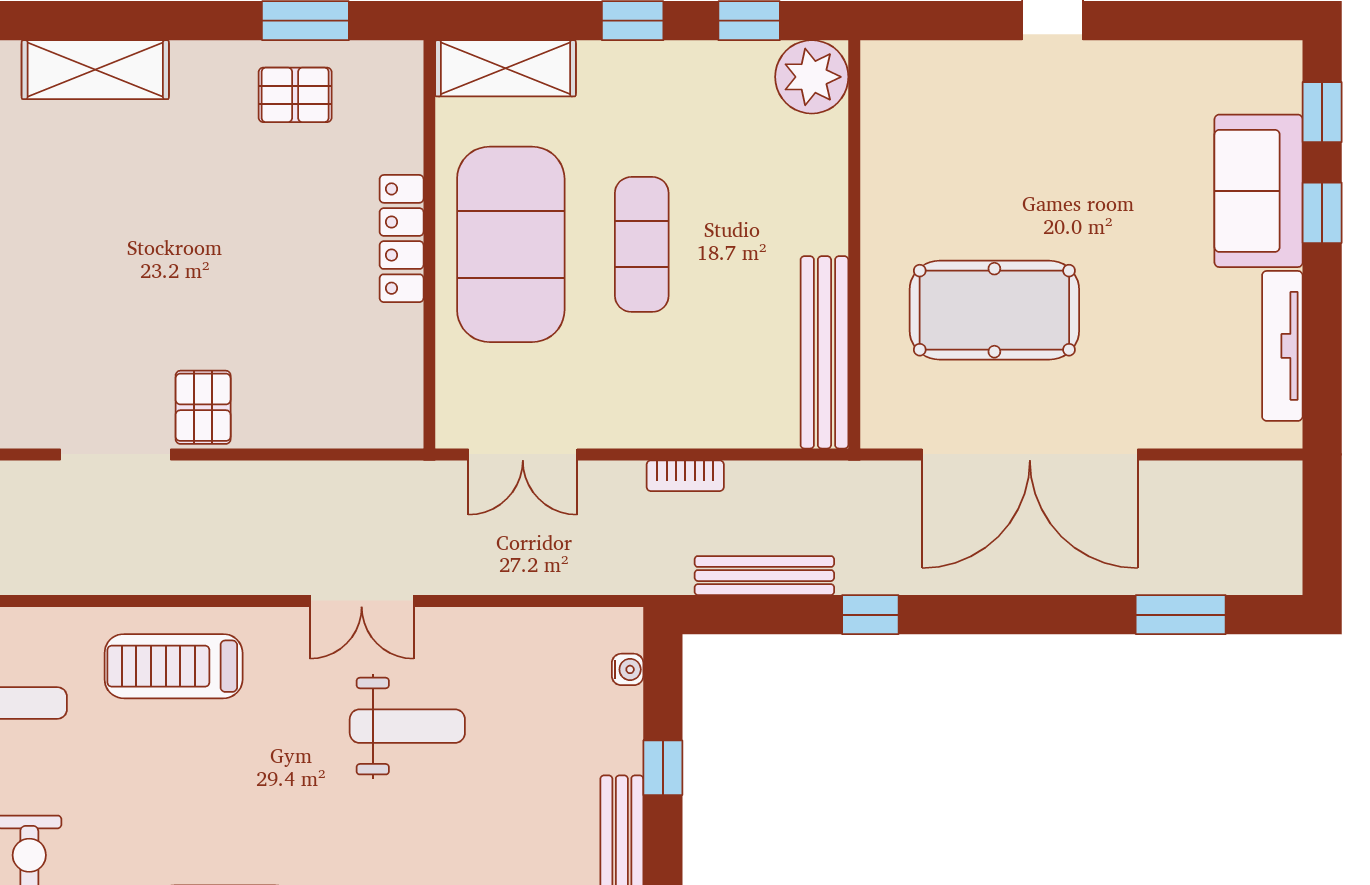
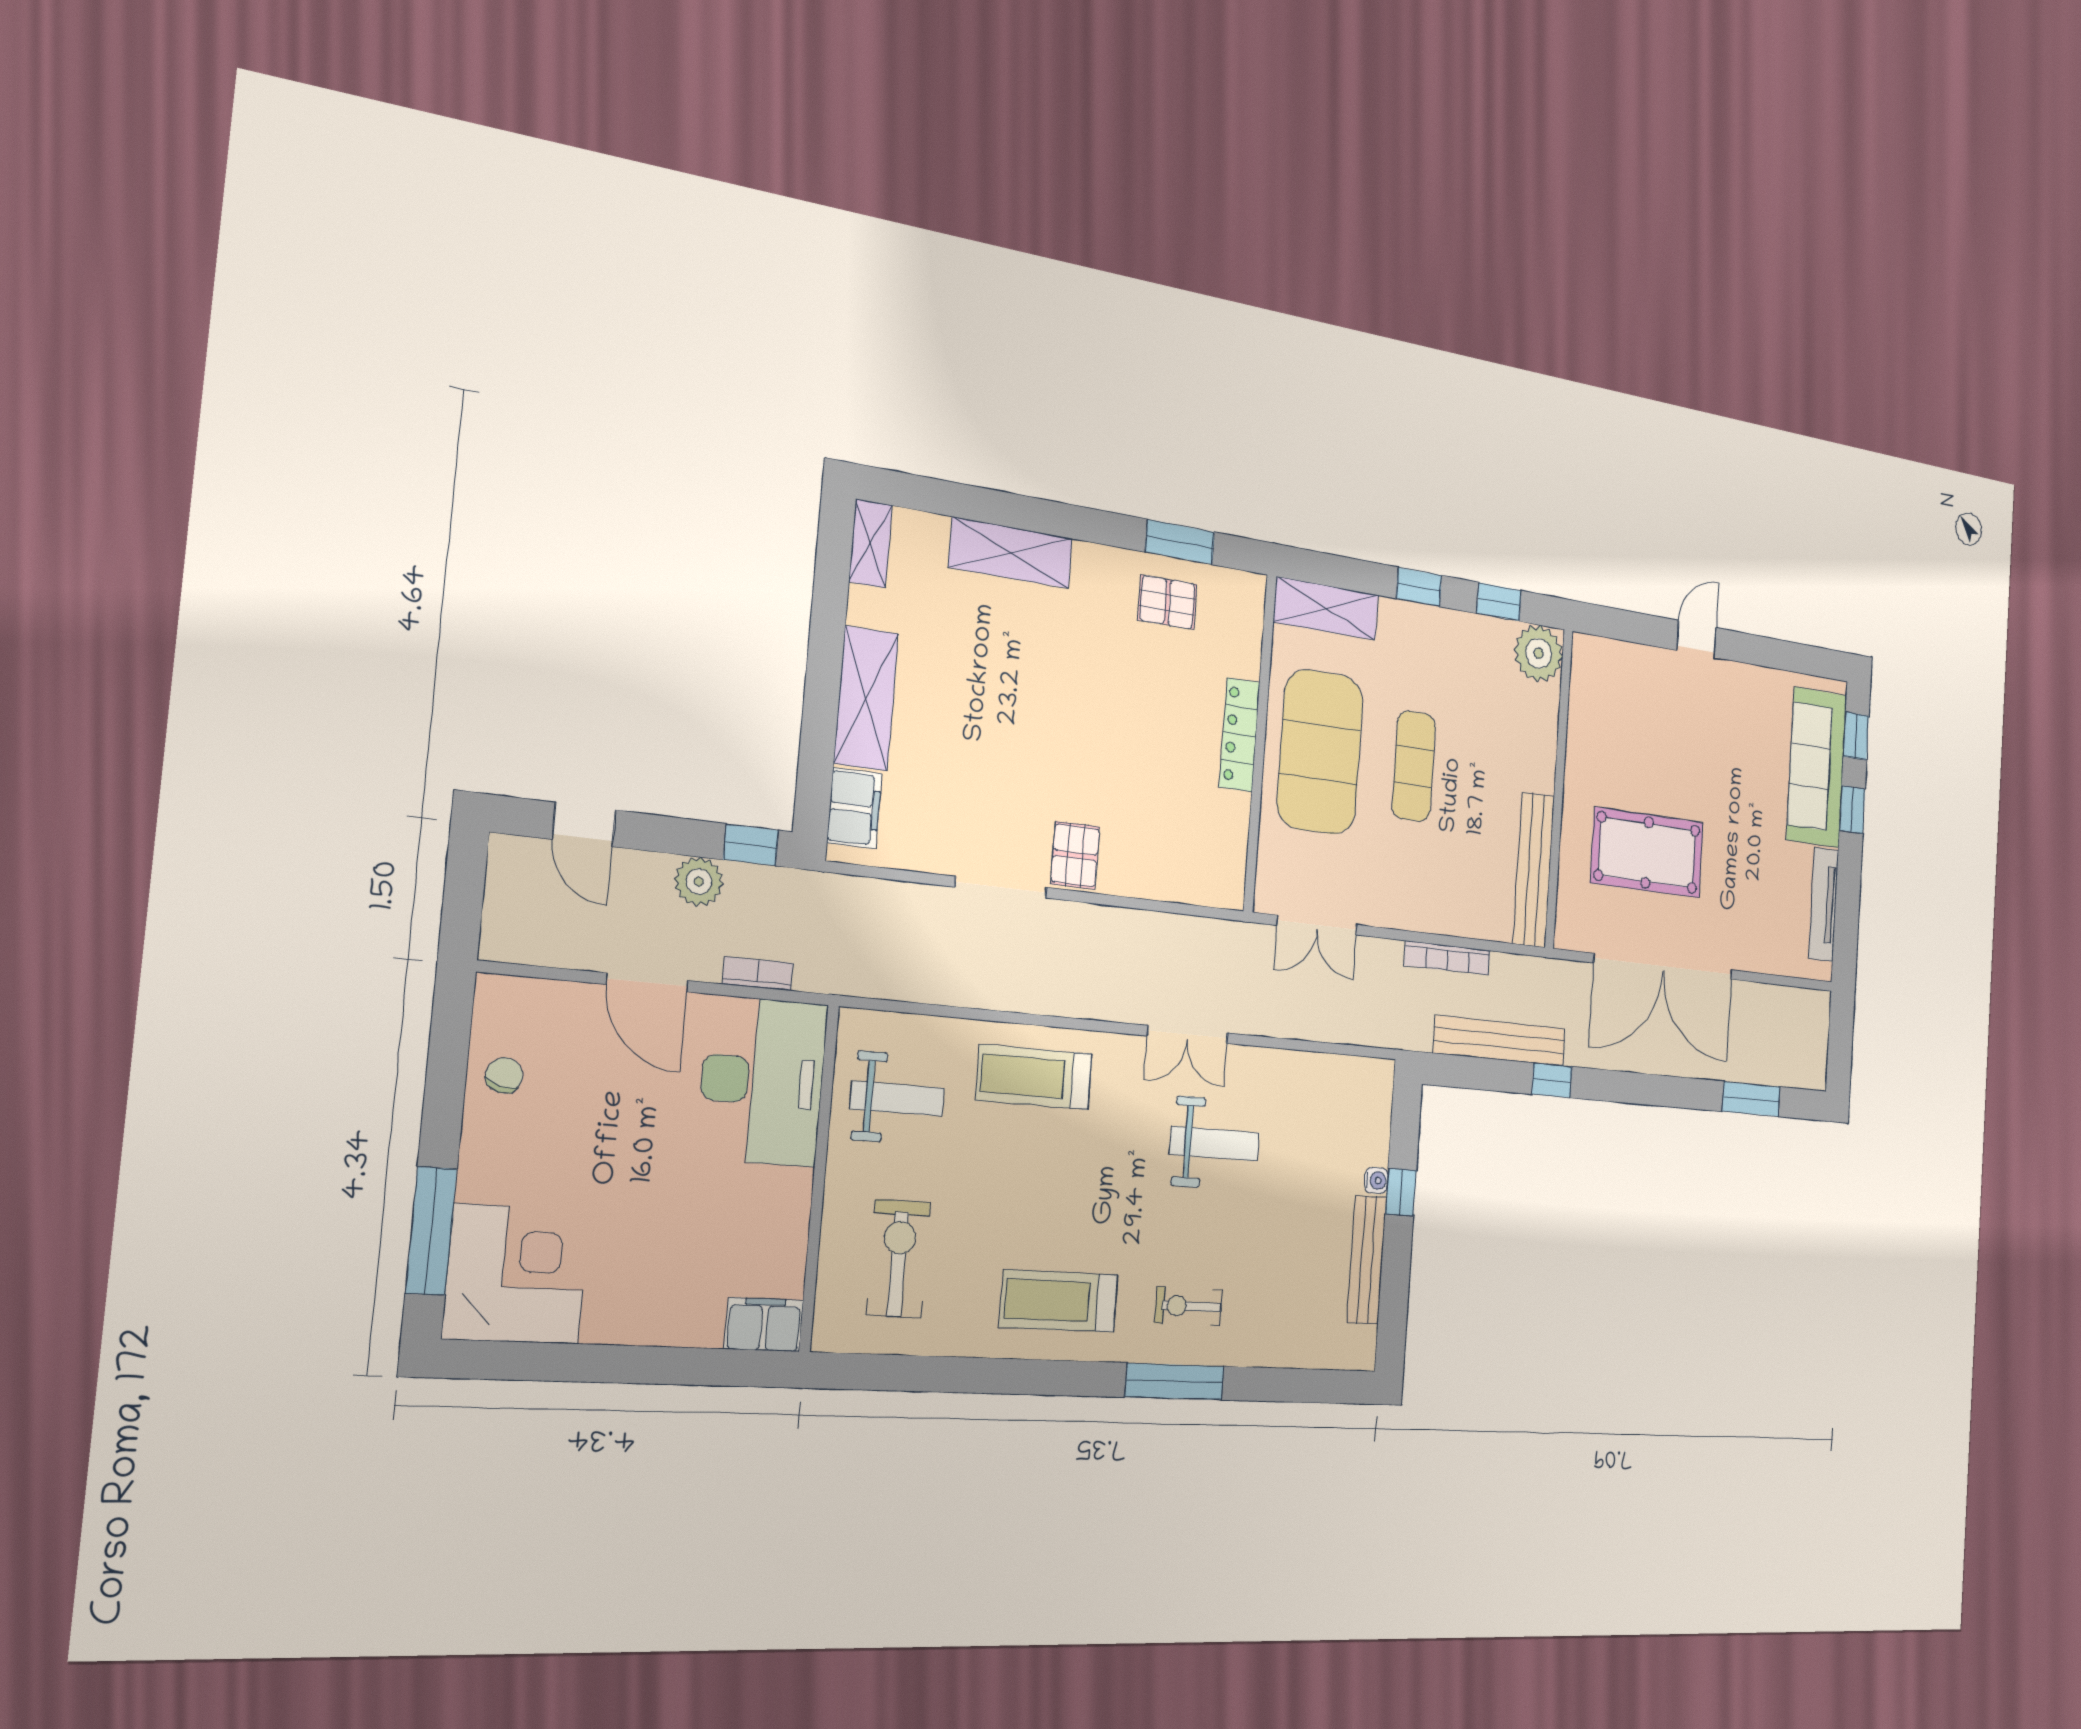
sofa: (1259, 191) -> (1817, 767), width x1.36
bookcase: (685, 476) -> (1447, 958), width x1.56
bench: (764, 576) -> (1500, 1041), width x1.37, depth x1.21
water cooler: (628, 669) -> (1376, 1180), moved

